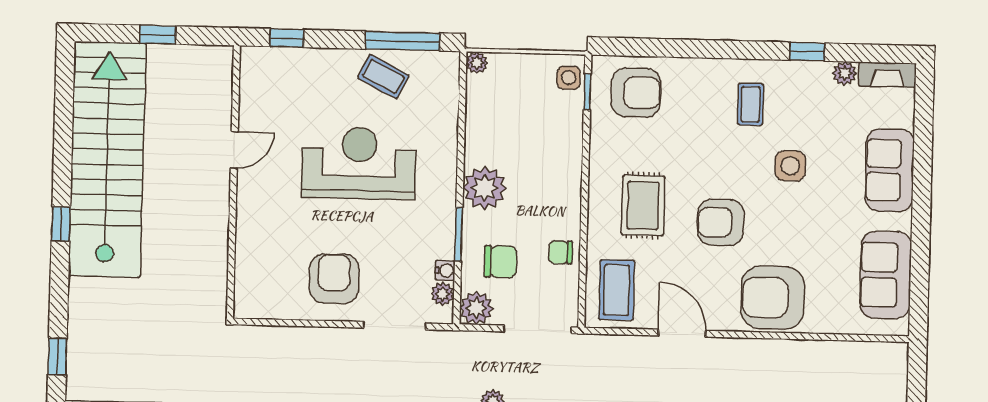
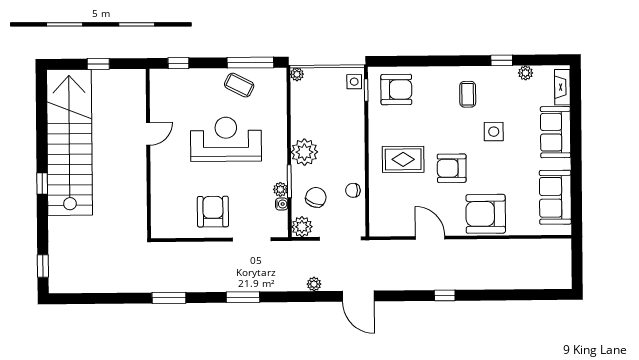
fireplace: (887, 75) -> (562, 87), moved, turned 90
rug: (643, 205) -> (403, 159), turned 90
chair: (500, 262) -> (316, 197), turned -69
coffee table: (617, 290) -> (389, 212), removed
plant: (443, 294) -> (280, 189), moved

